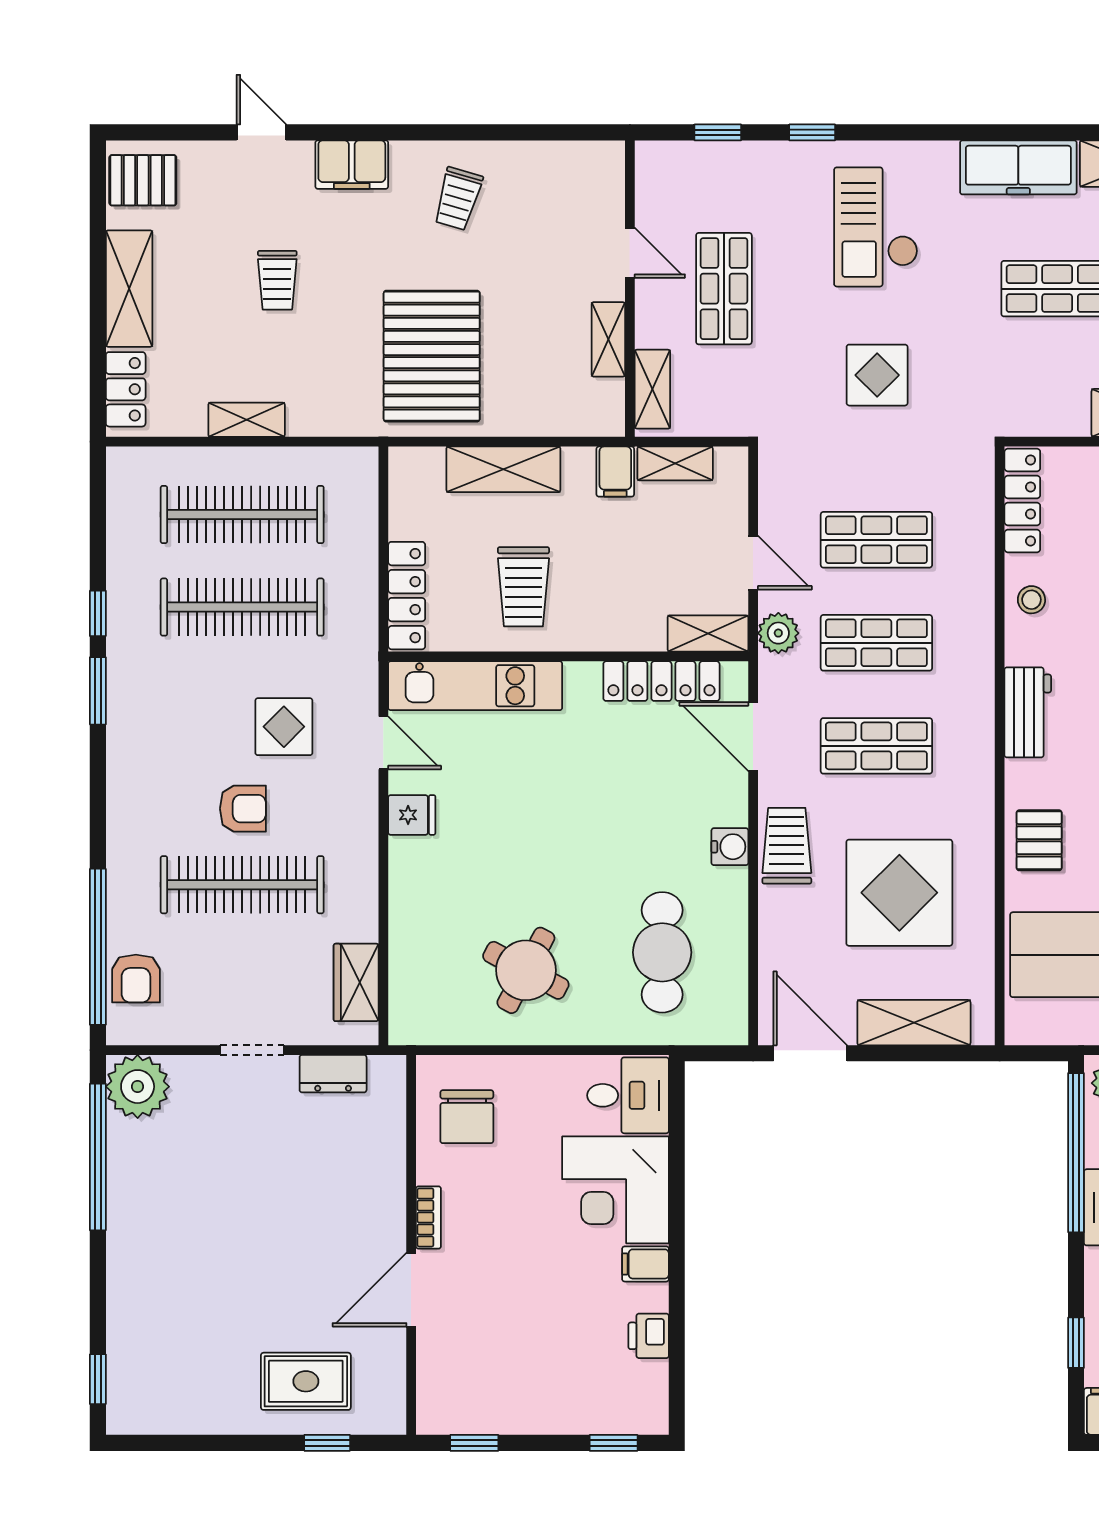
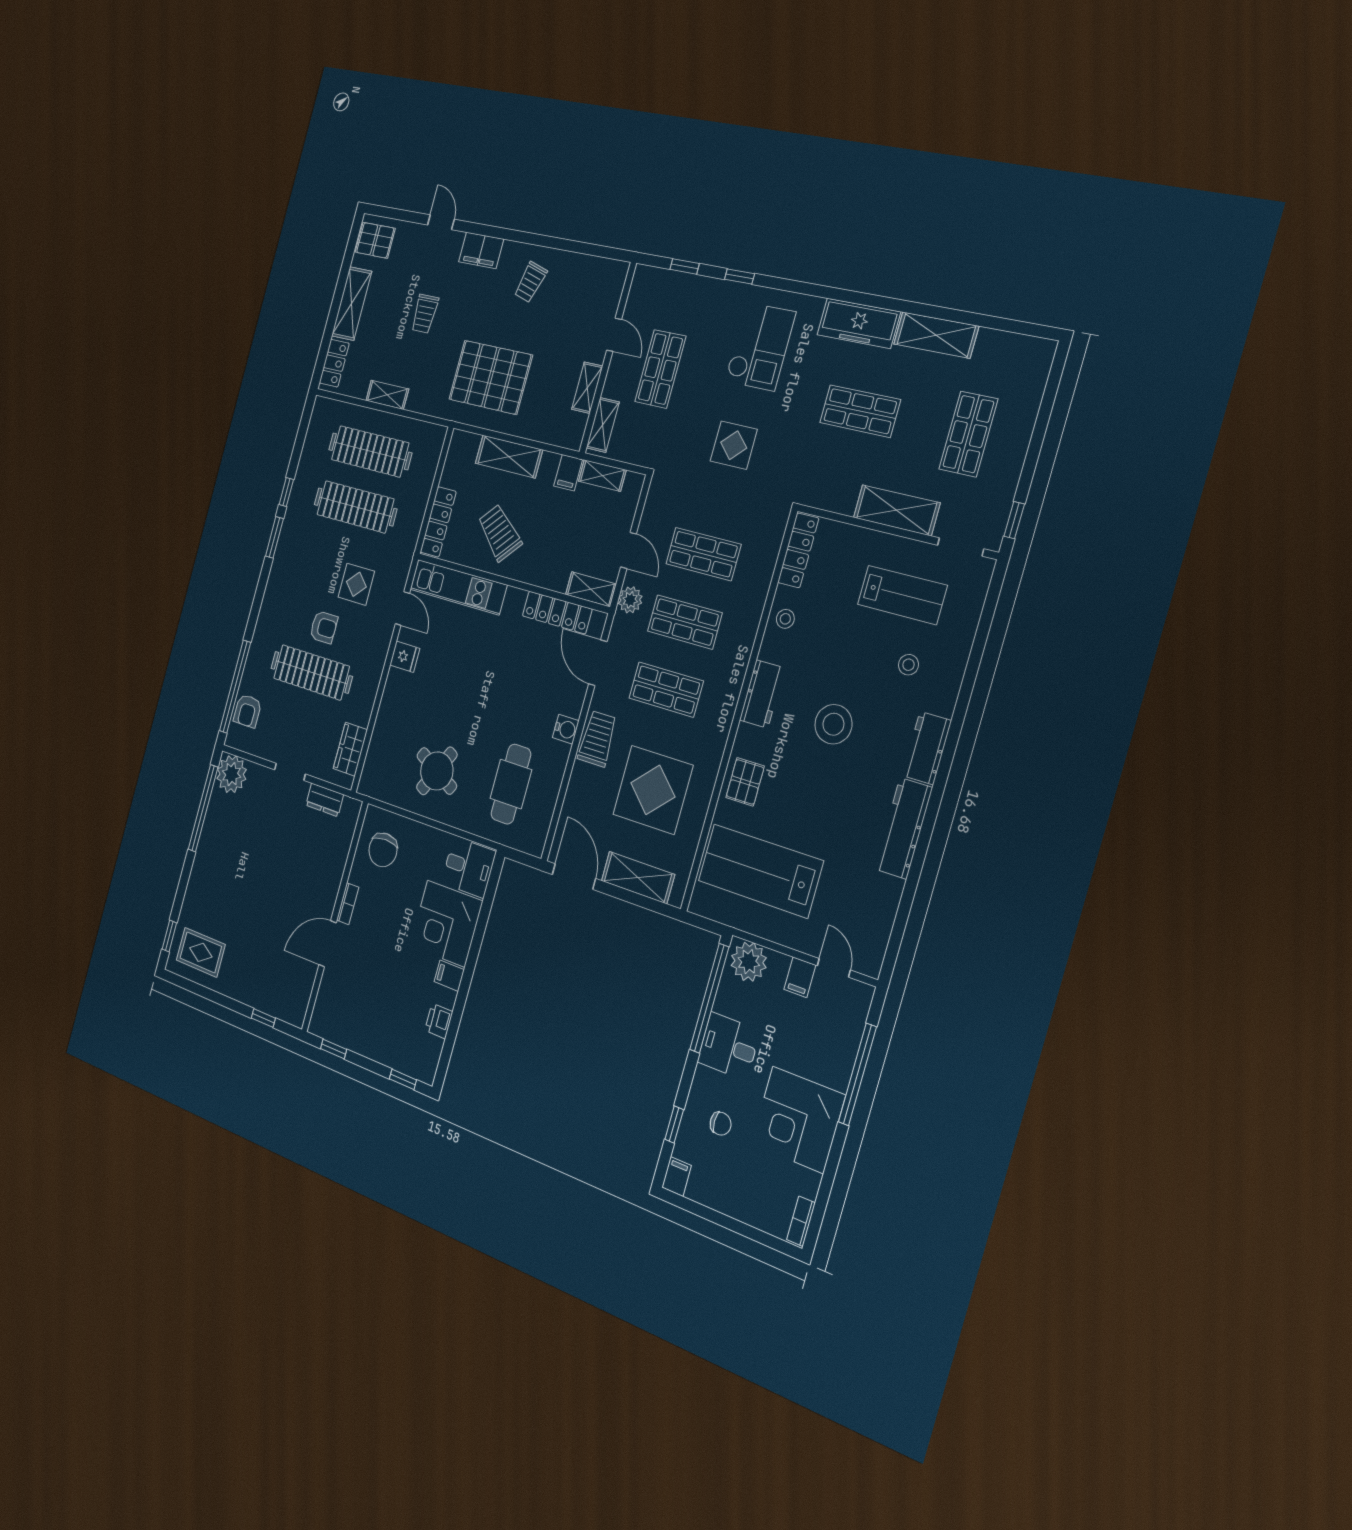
checkout: (876, 227) -> (760, 347), turned 180
pallet: (432, 356) -> (491, 377), turned 90
trolley: (523, 587) -> (500, 533), turned 132
rug: (306, 1381) -> (201, 952), moved

